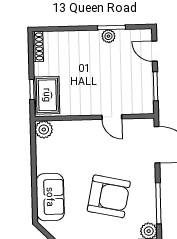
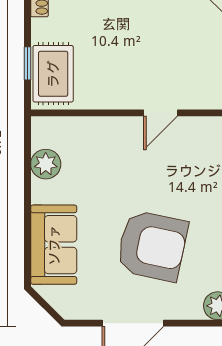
door: (112, 117) -> (160, 113), hinge flipped
plant: (44, 130) -> (46, 164), moved

